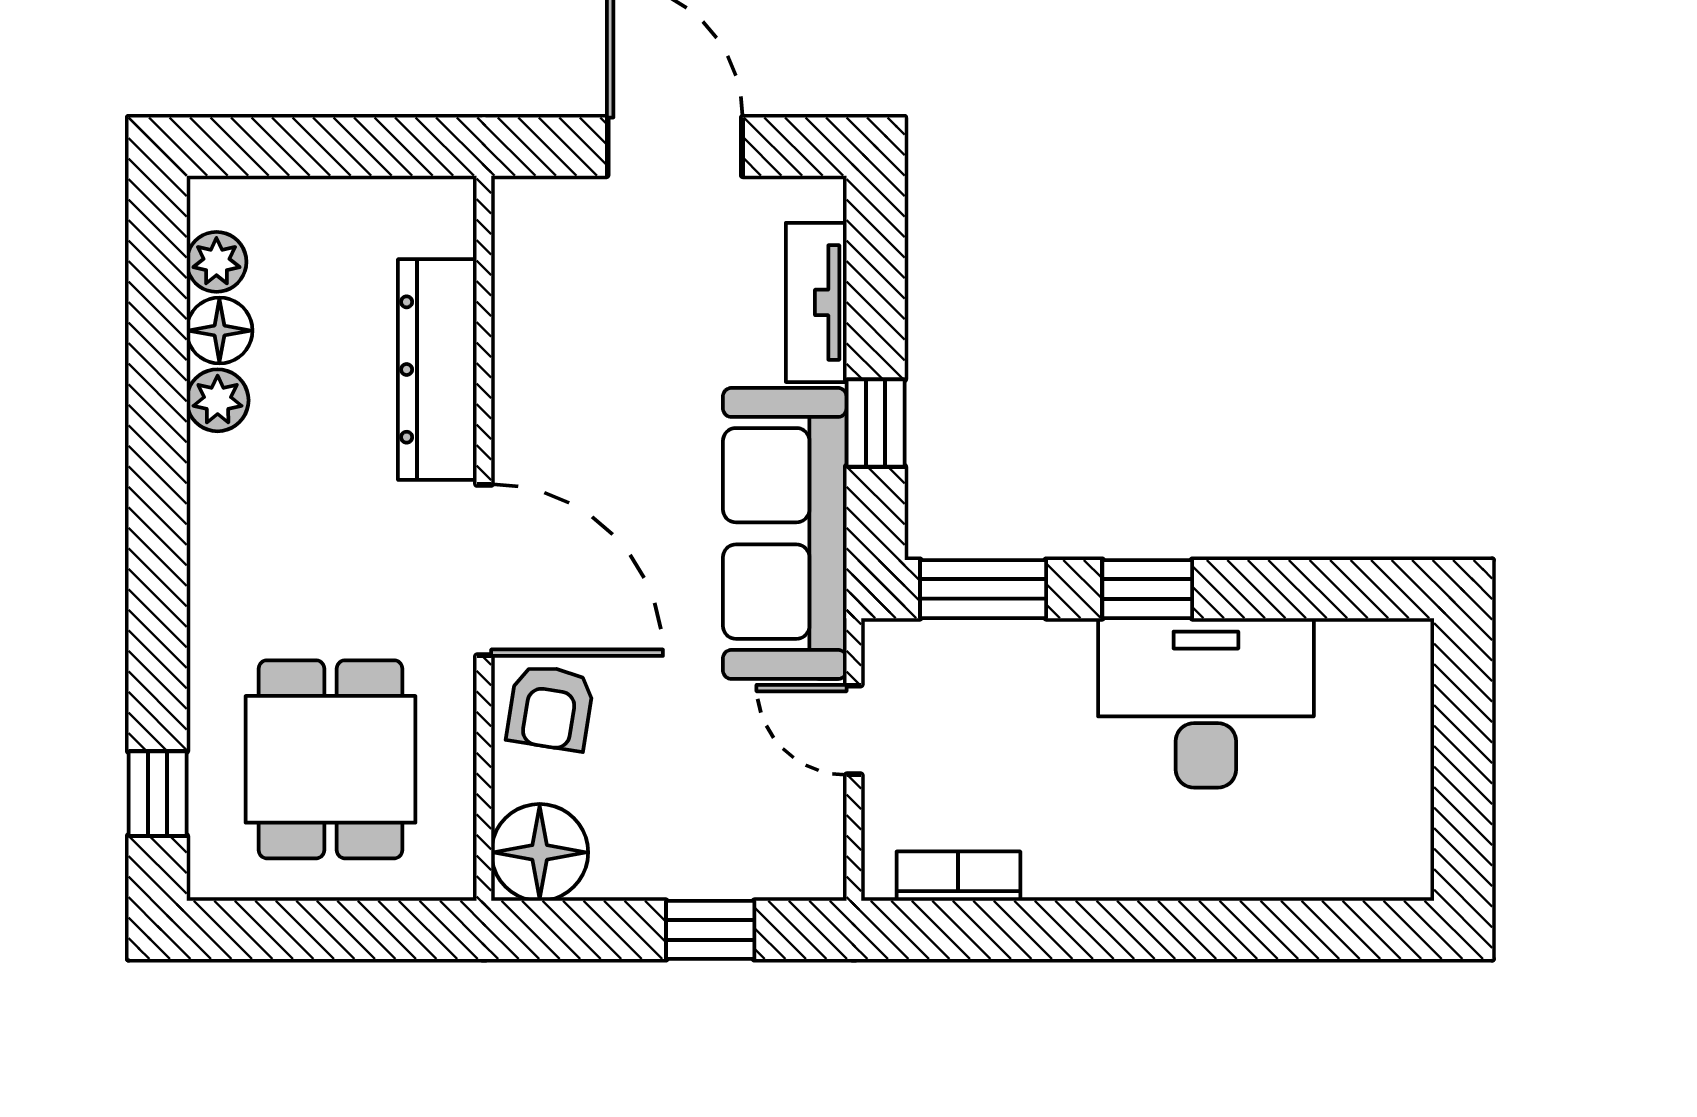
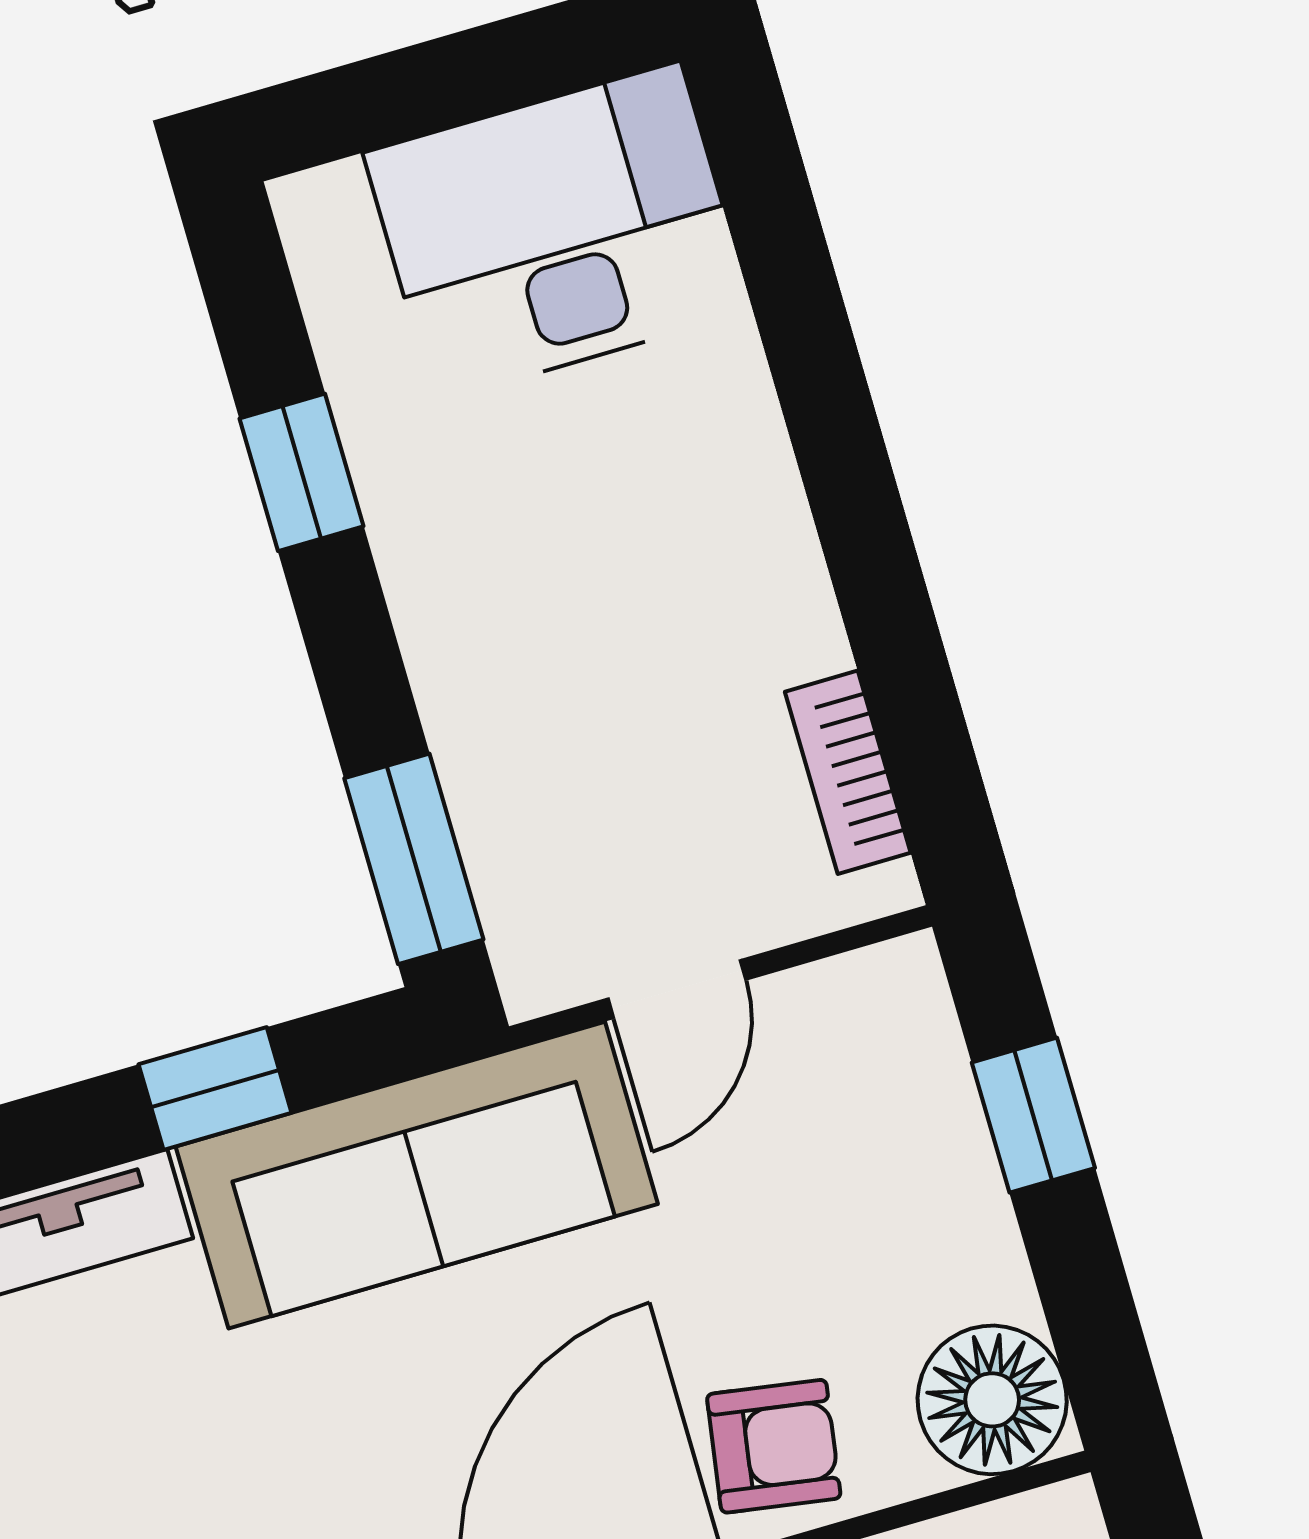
window: (1147, 589) -> (302, 472), moved
desk: (1206, 703) -> (558, 231), moved, turned 90

